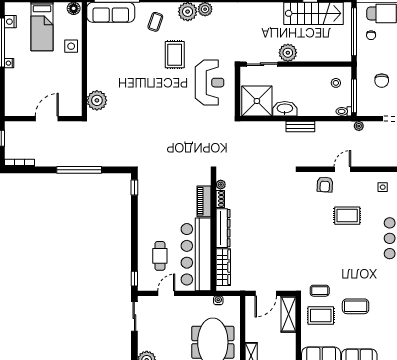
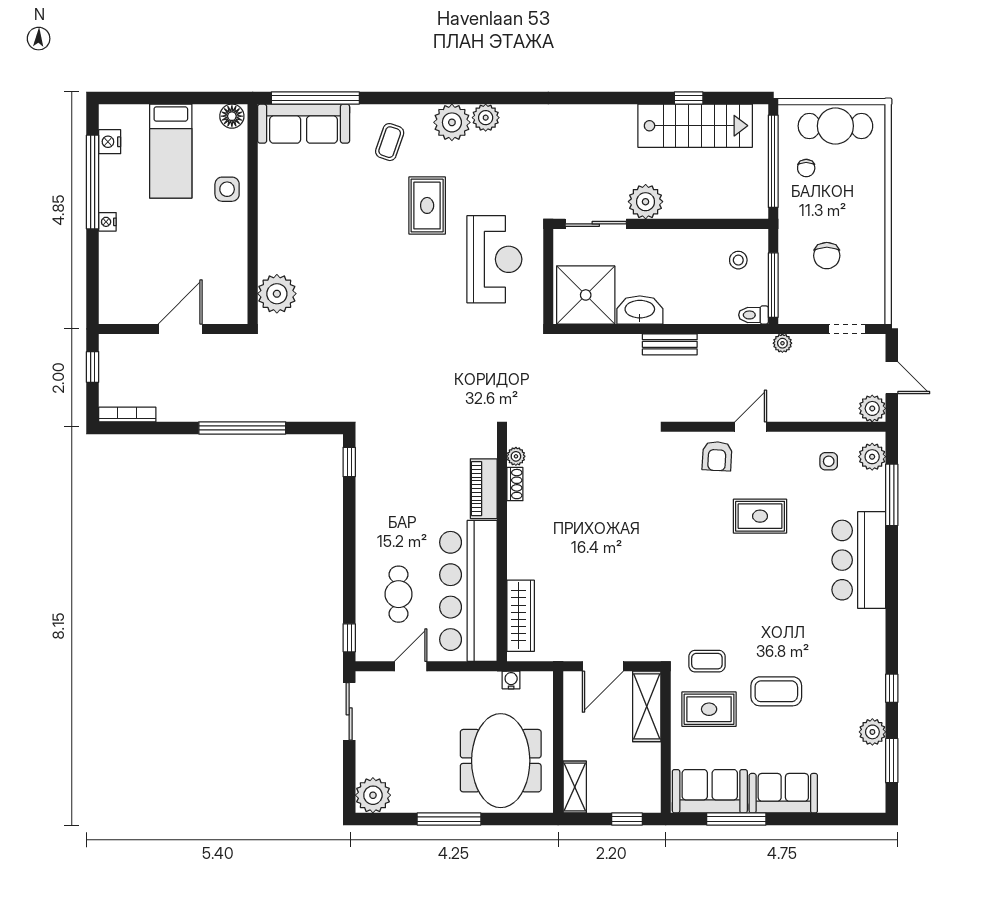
dresser: (223, 228) -> (520, 540), removed

